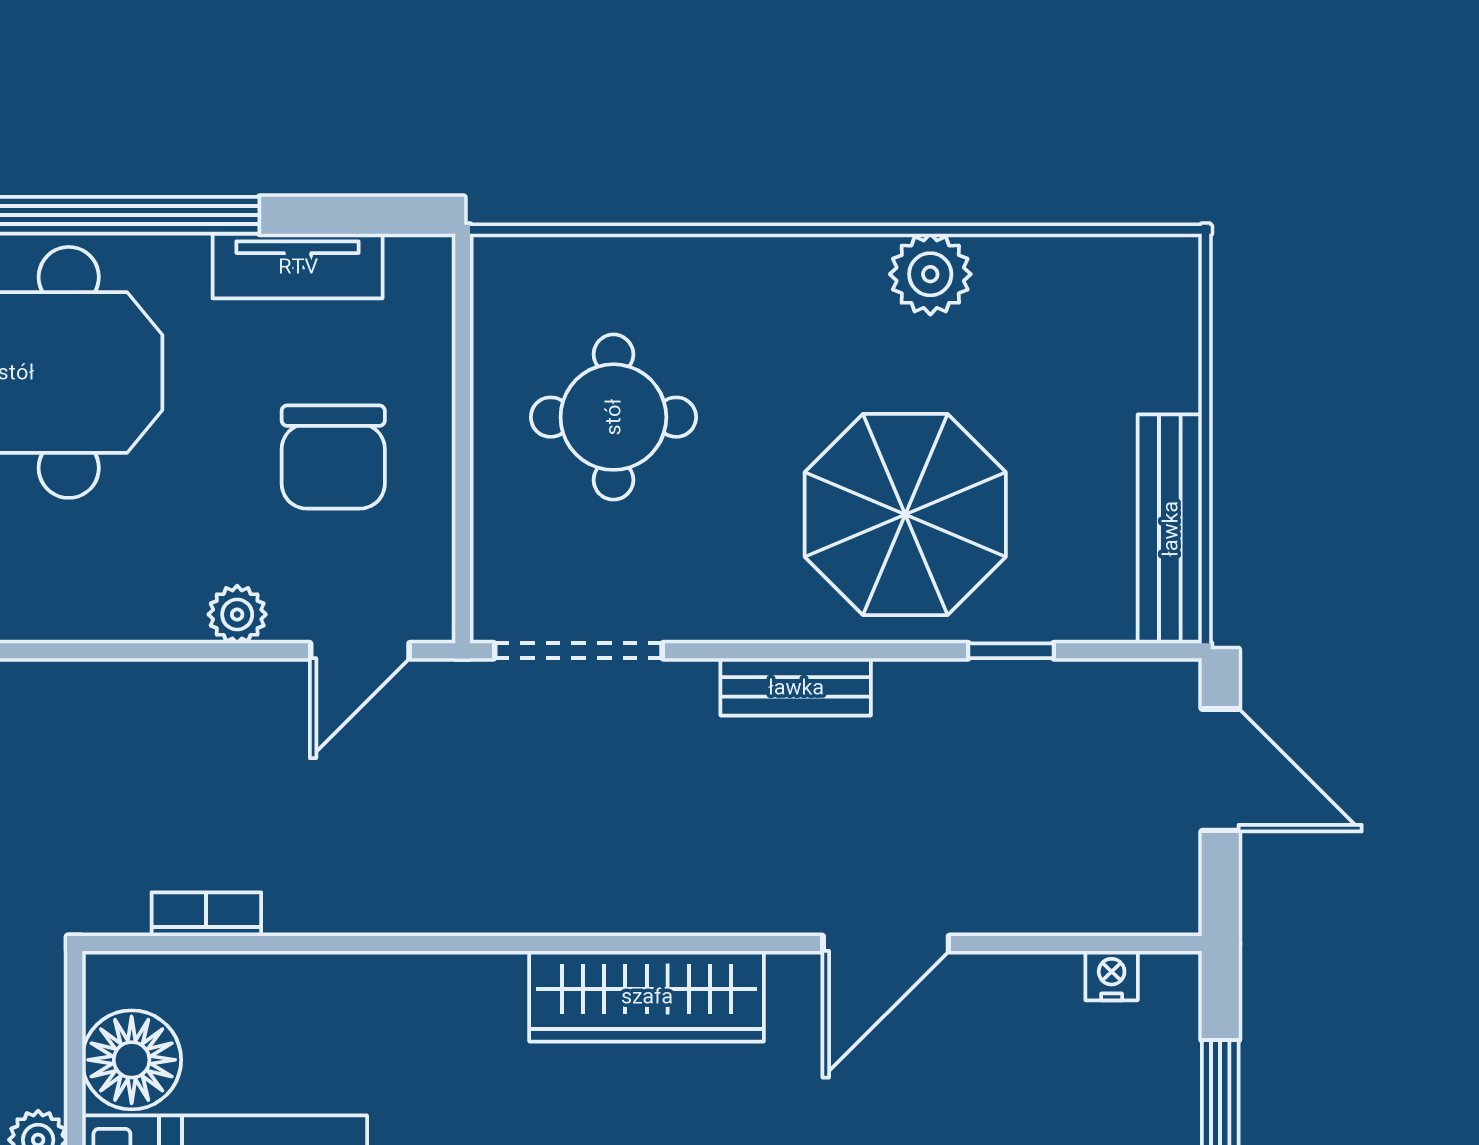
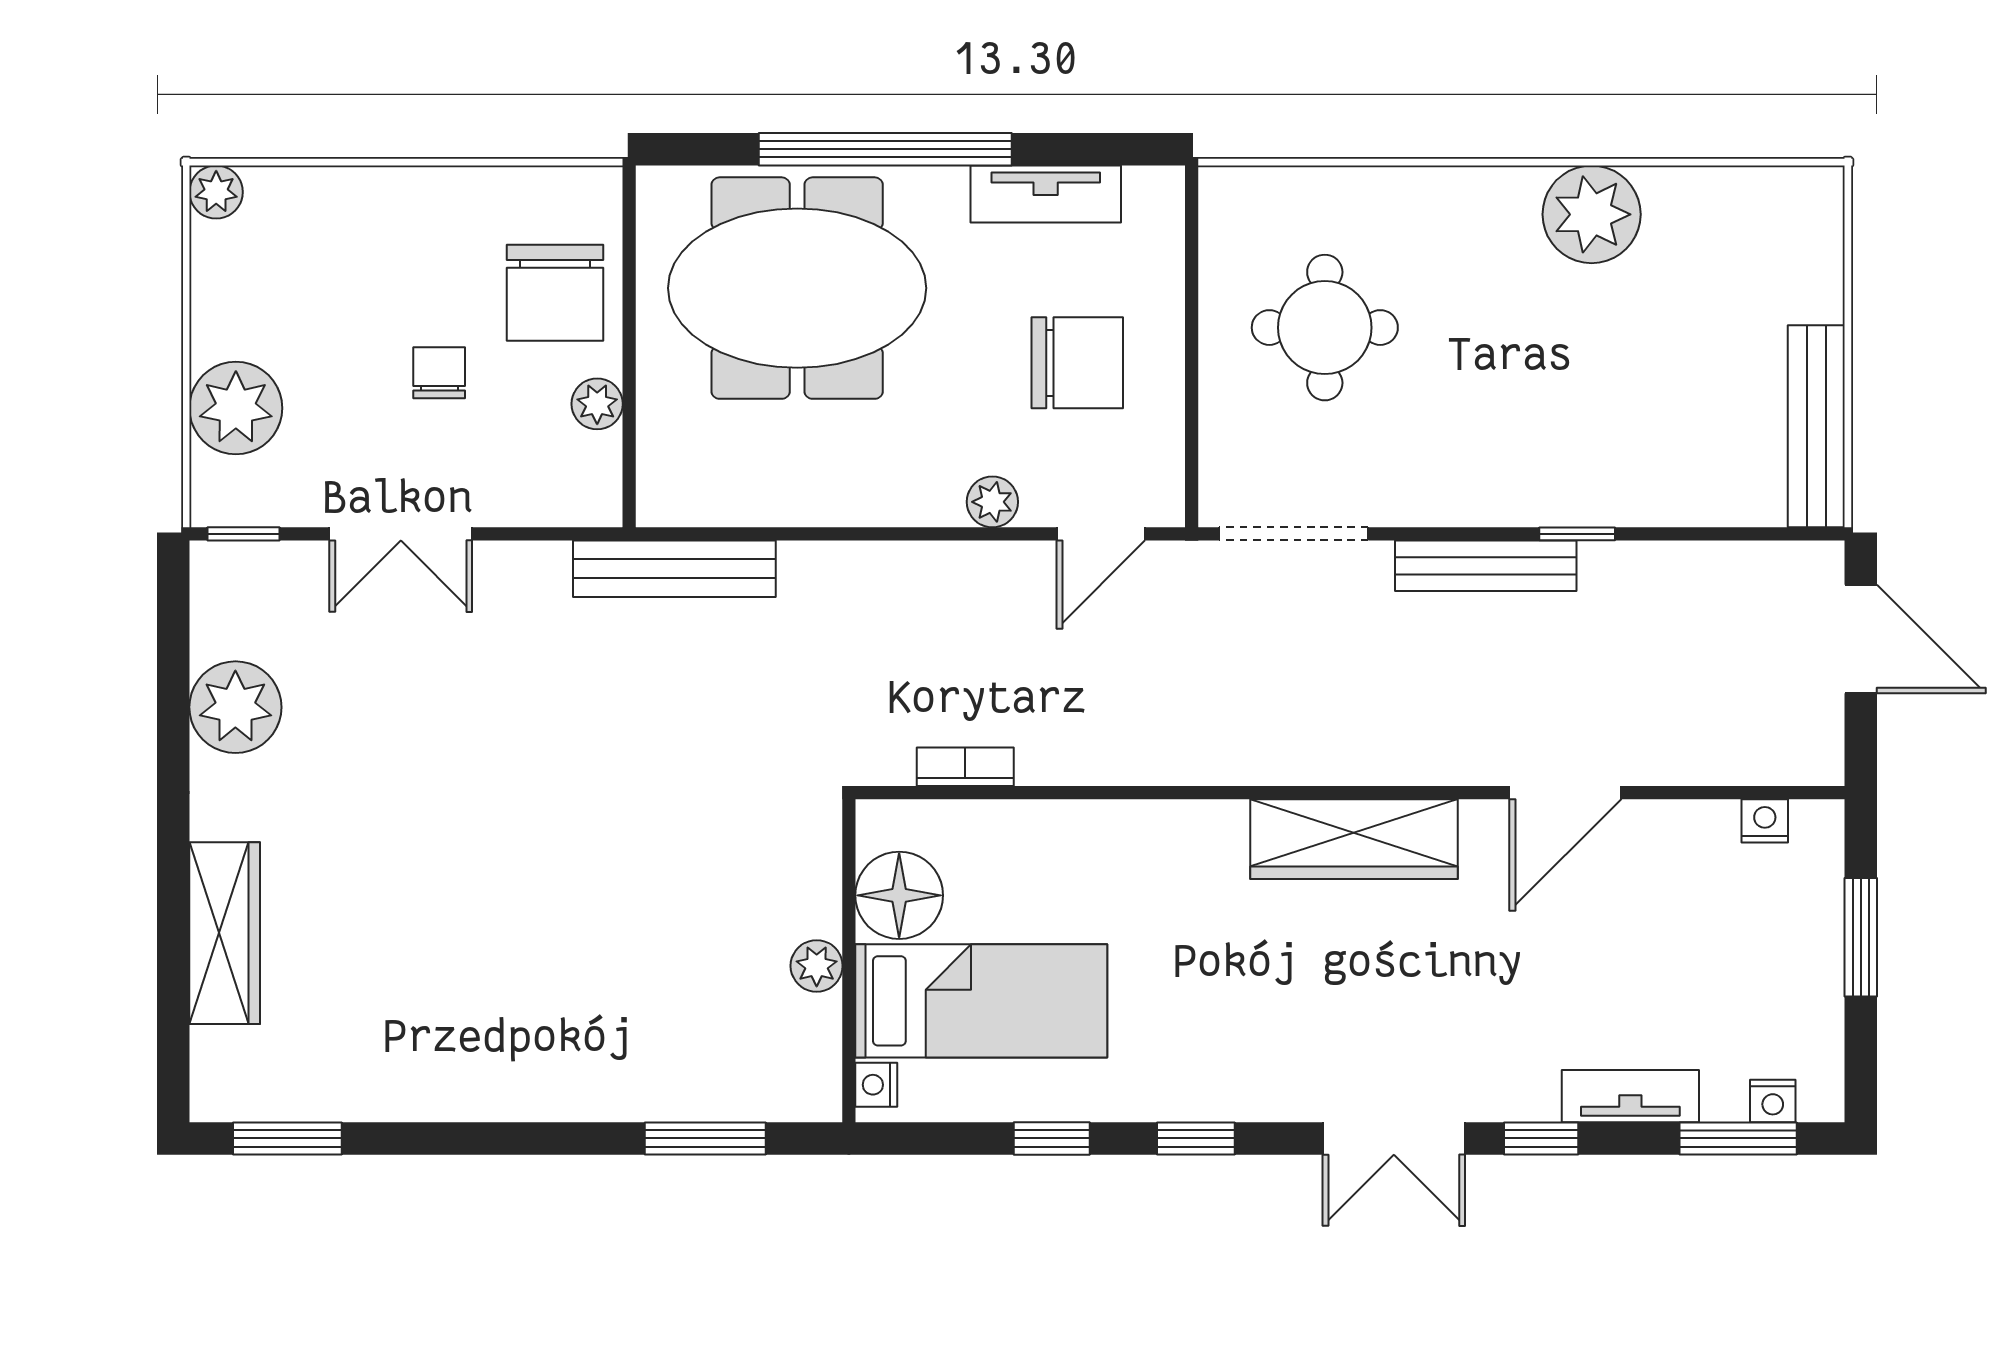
plant: (930, 274) -> (1592, 214), width x1.36, depth x1.36
chair: (333, 457) -> (1077, 363), turned -90
parasol: (905, 515) -> (1583, 414), removed
window: (1011, 651) -> (1577, 534), moved
bench: (796, 687) -> (1486, 566), width x1.36

